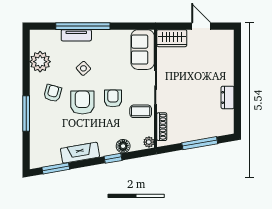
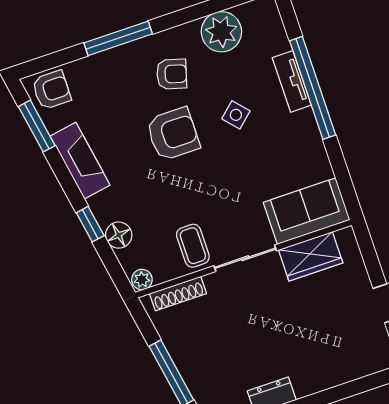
wardrobe: (172, 38) -> (311, 256), moved, turned -90
armchair: (113, 98) -> (51, 90), moved

